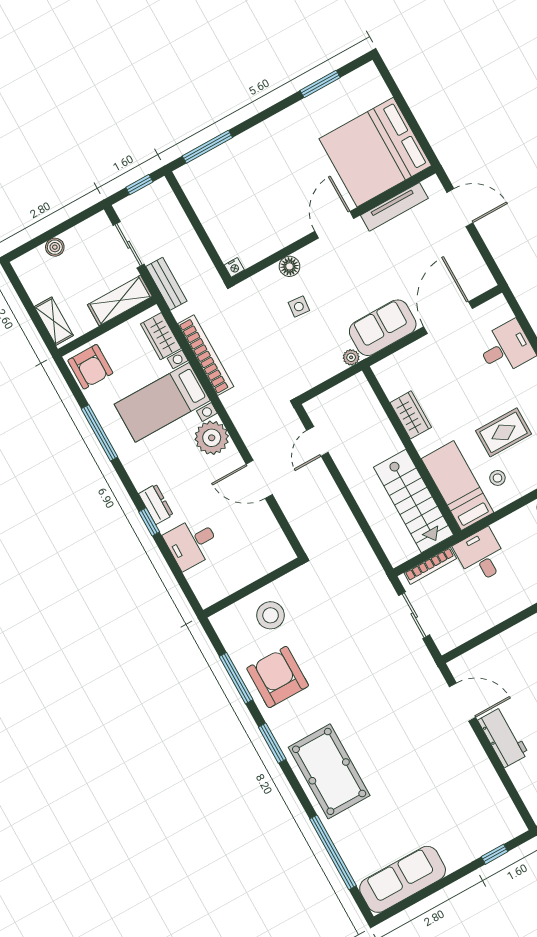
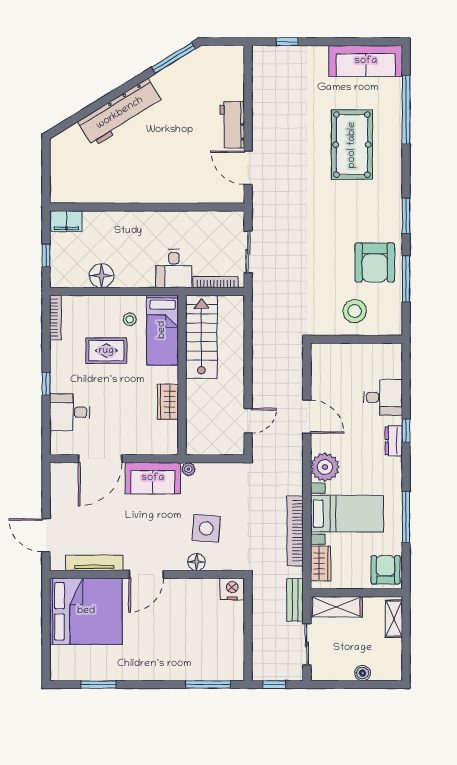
nightstand: (234, 267) -> (232, 589), width x1.89, depth x1.79
side table: (299, 307) -> (206, 528), width x1.87, depth x1.87
pool table: (329, 771) -> (352, 145), moved

